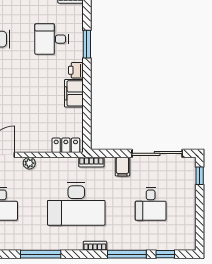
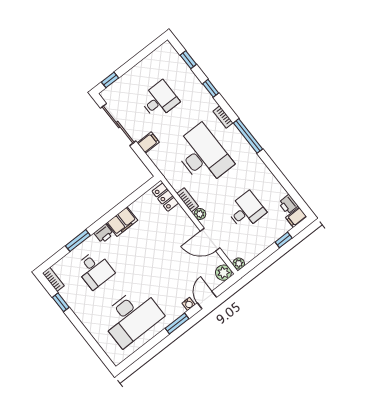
bookcase: (91, 162) -> (188, 200), moved
window: (41, 254) -> (248, 136), moved
window: (127, 254) -> (211, 88), width x0.46

